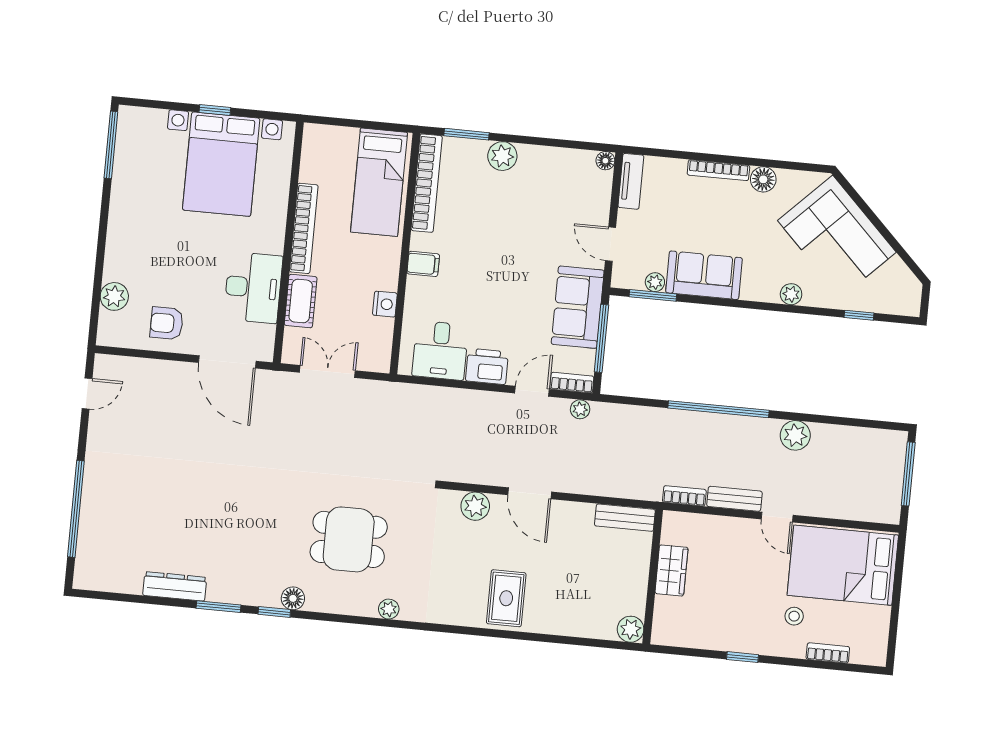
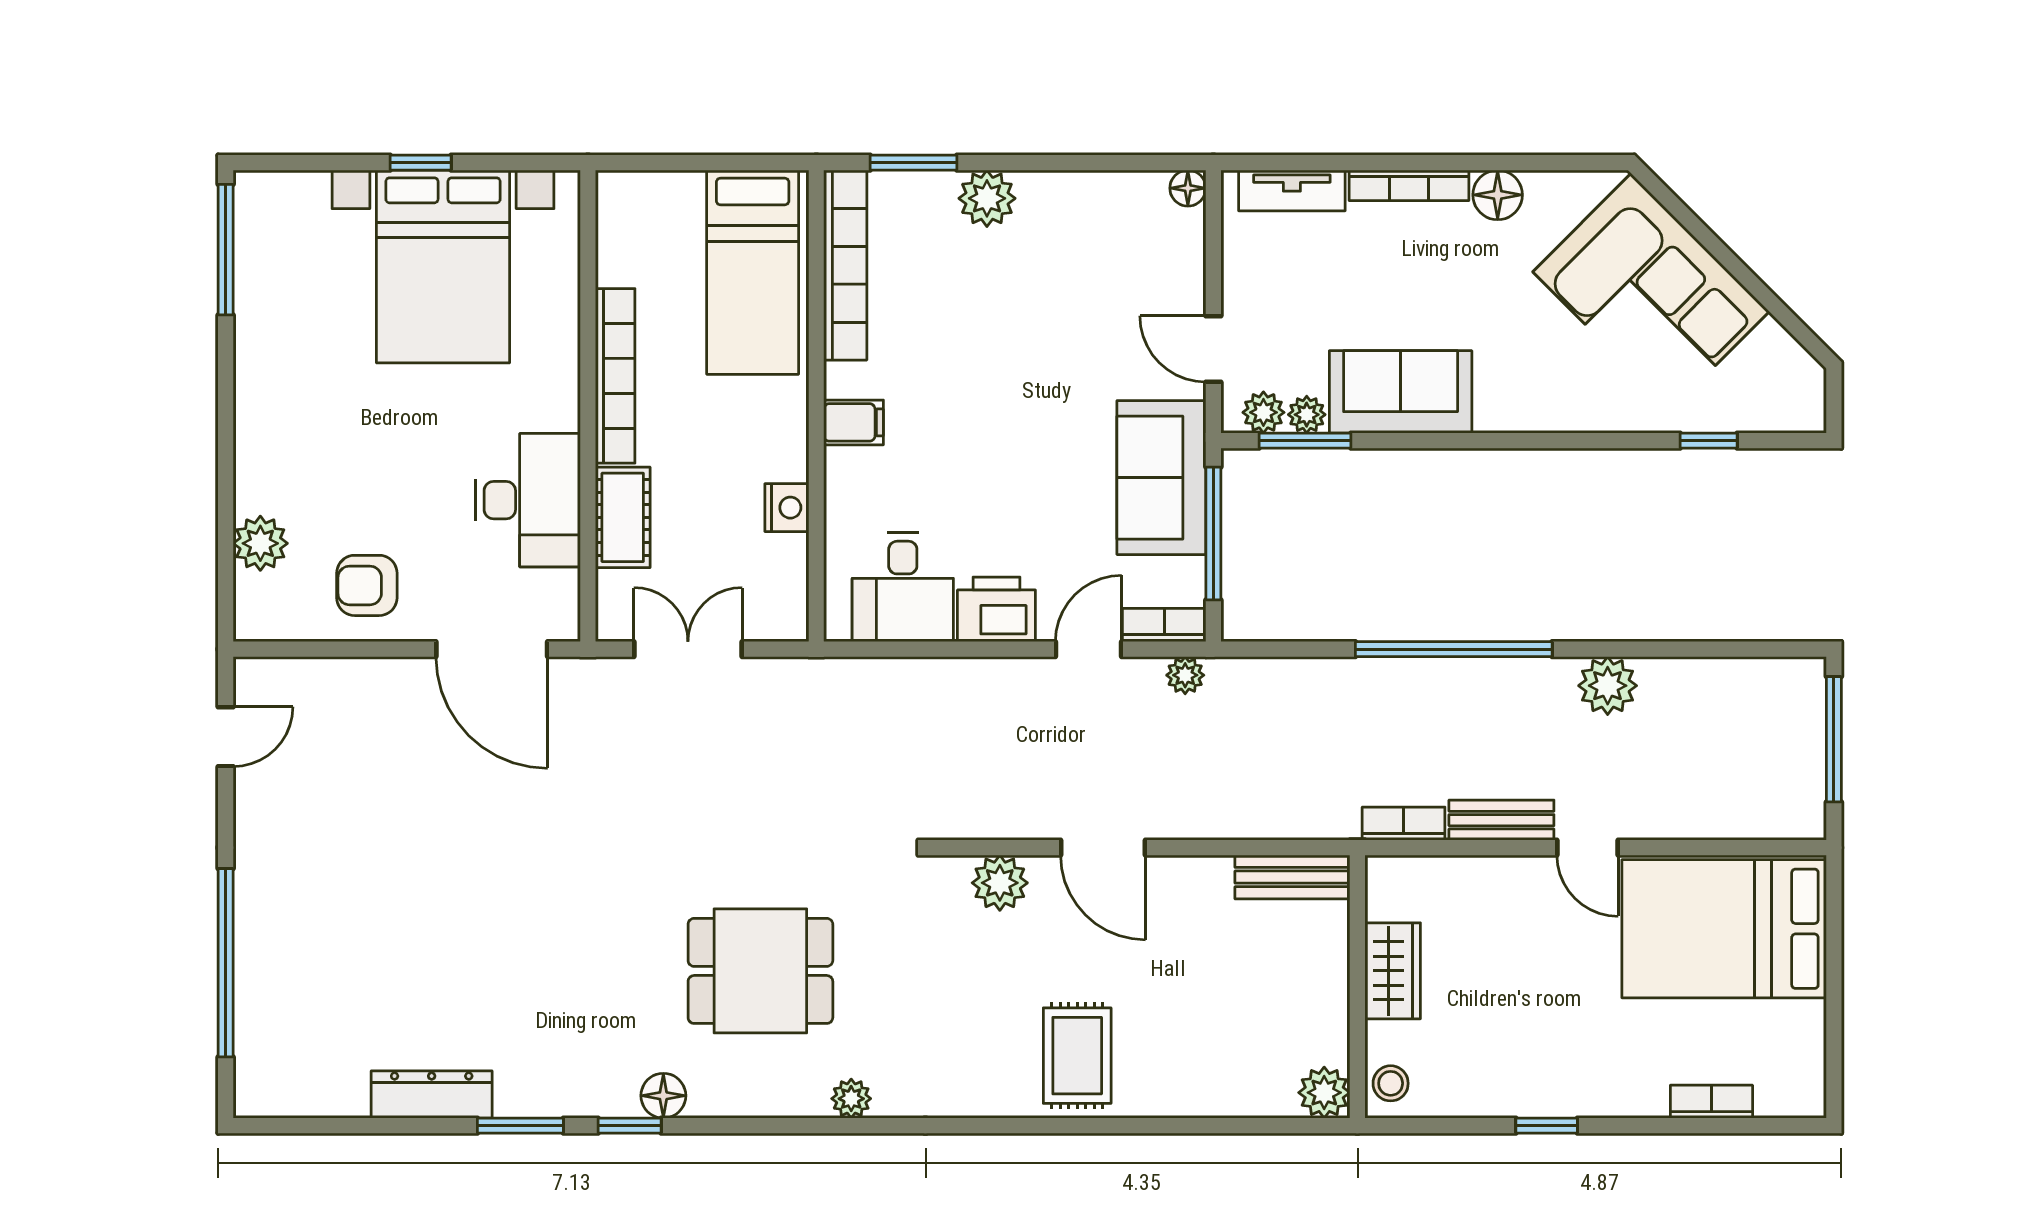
tv unit: (631, 181) -> (1292, 190), moved, turned 90
plant: (791, 294) -> (1263, 412), moved
stool: (794, 616) -> (1391, 1083), moved

